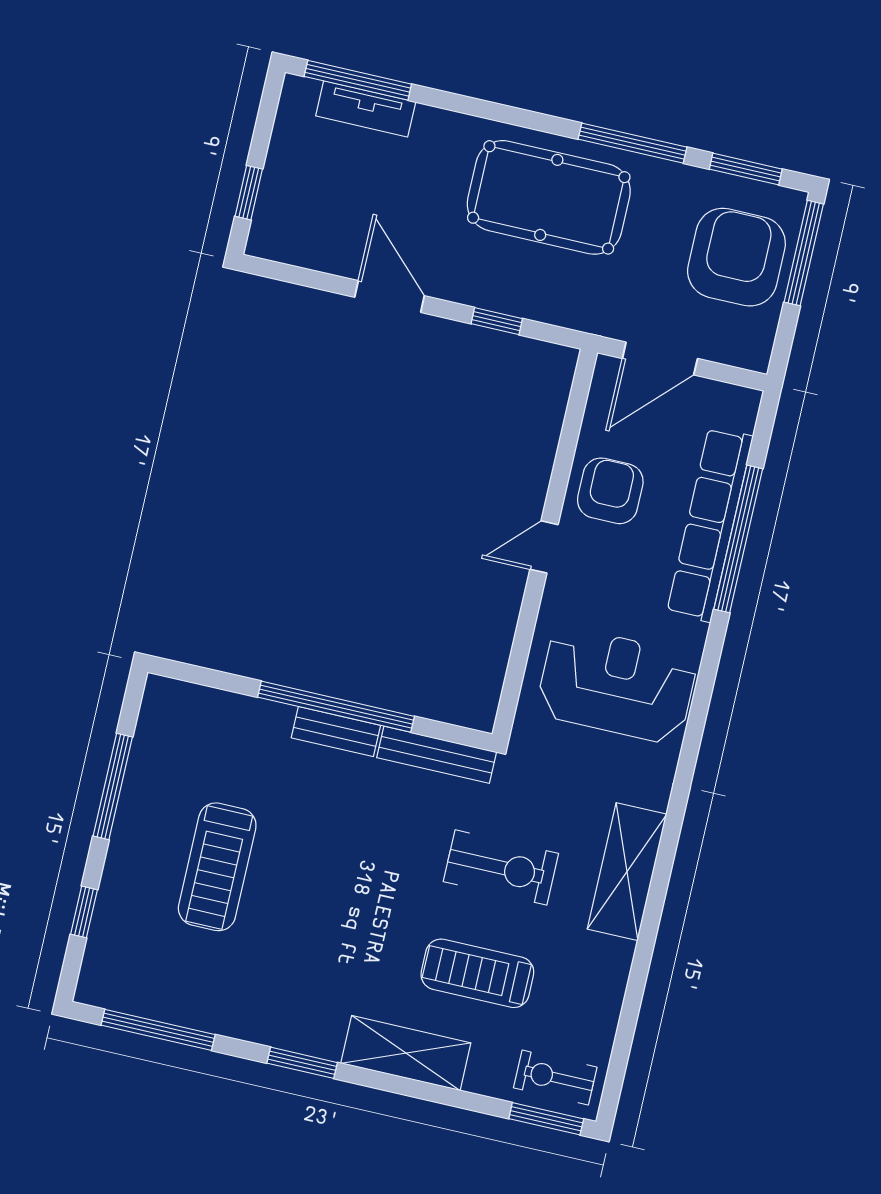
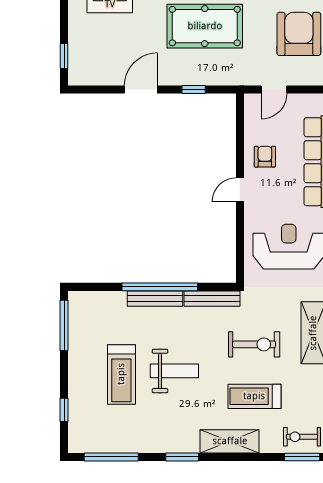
door: (389, 297) -> (141, 89), hinge flipped
door: (660, 358) -> (274, 89), width x0.73
armchair: (610, 491) -> (265, 157), width x0.72, depth x0.72
bench: (336, 732) -> (155, 299), width x1.36
window: (113, 787) -> (64, 325), moved
weight bench: (326, 884) -> (174, 371), added

